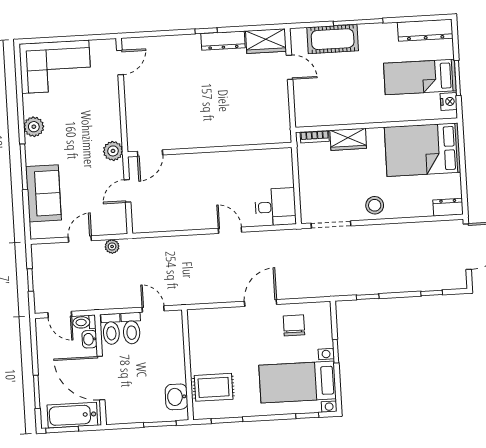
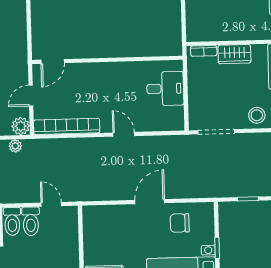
plant: (113, 151) -> (21, 126), moved
desk: (275, 207) -> (165, 89), moved
bookcase: (167, 223) -> (67, 126), added
chair: (294, 325) -> (180, 223), turned -90

